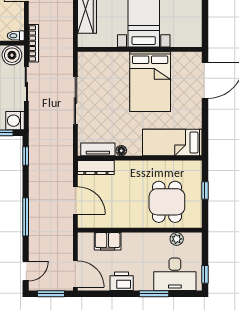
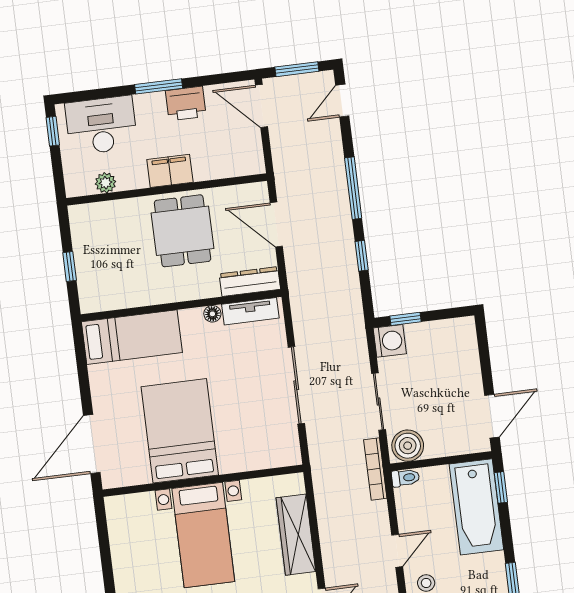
window: (26, 156) -> (362, 256), moved
dining table: (167, 202) -> (183, 231), moved
filing cabinet: (108, 241) -> (170, 171), moved
window: (154, 294) -> (159, 86), moved

